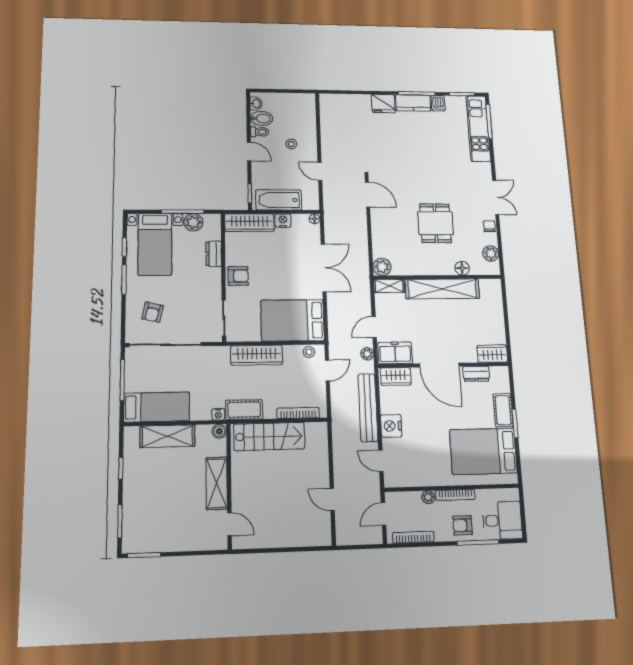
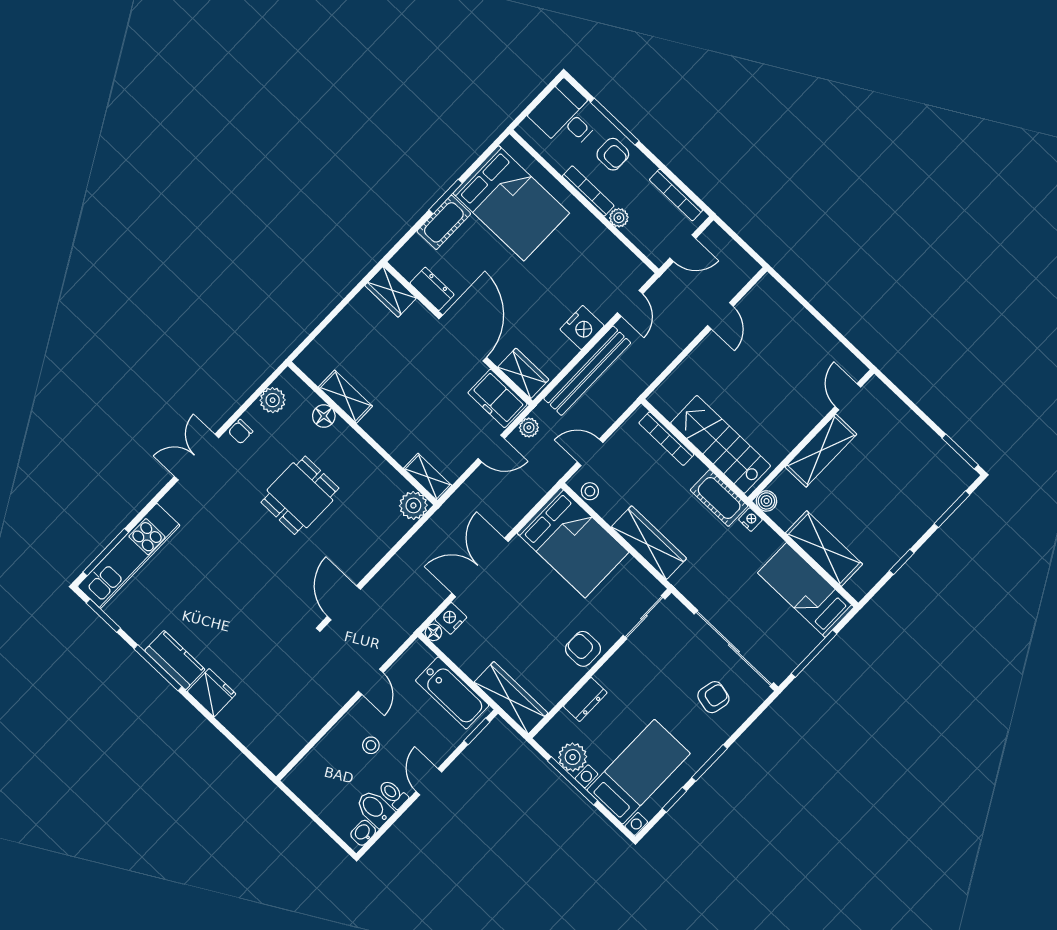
dishwasher: (438, 103) -> (145, 632), removed
nightstand: (283, 221) -> (451, 618), moved, turned 90
shelving: (442, 289) -> (345, 397), width x0.45, depth x0.75

